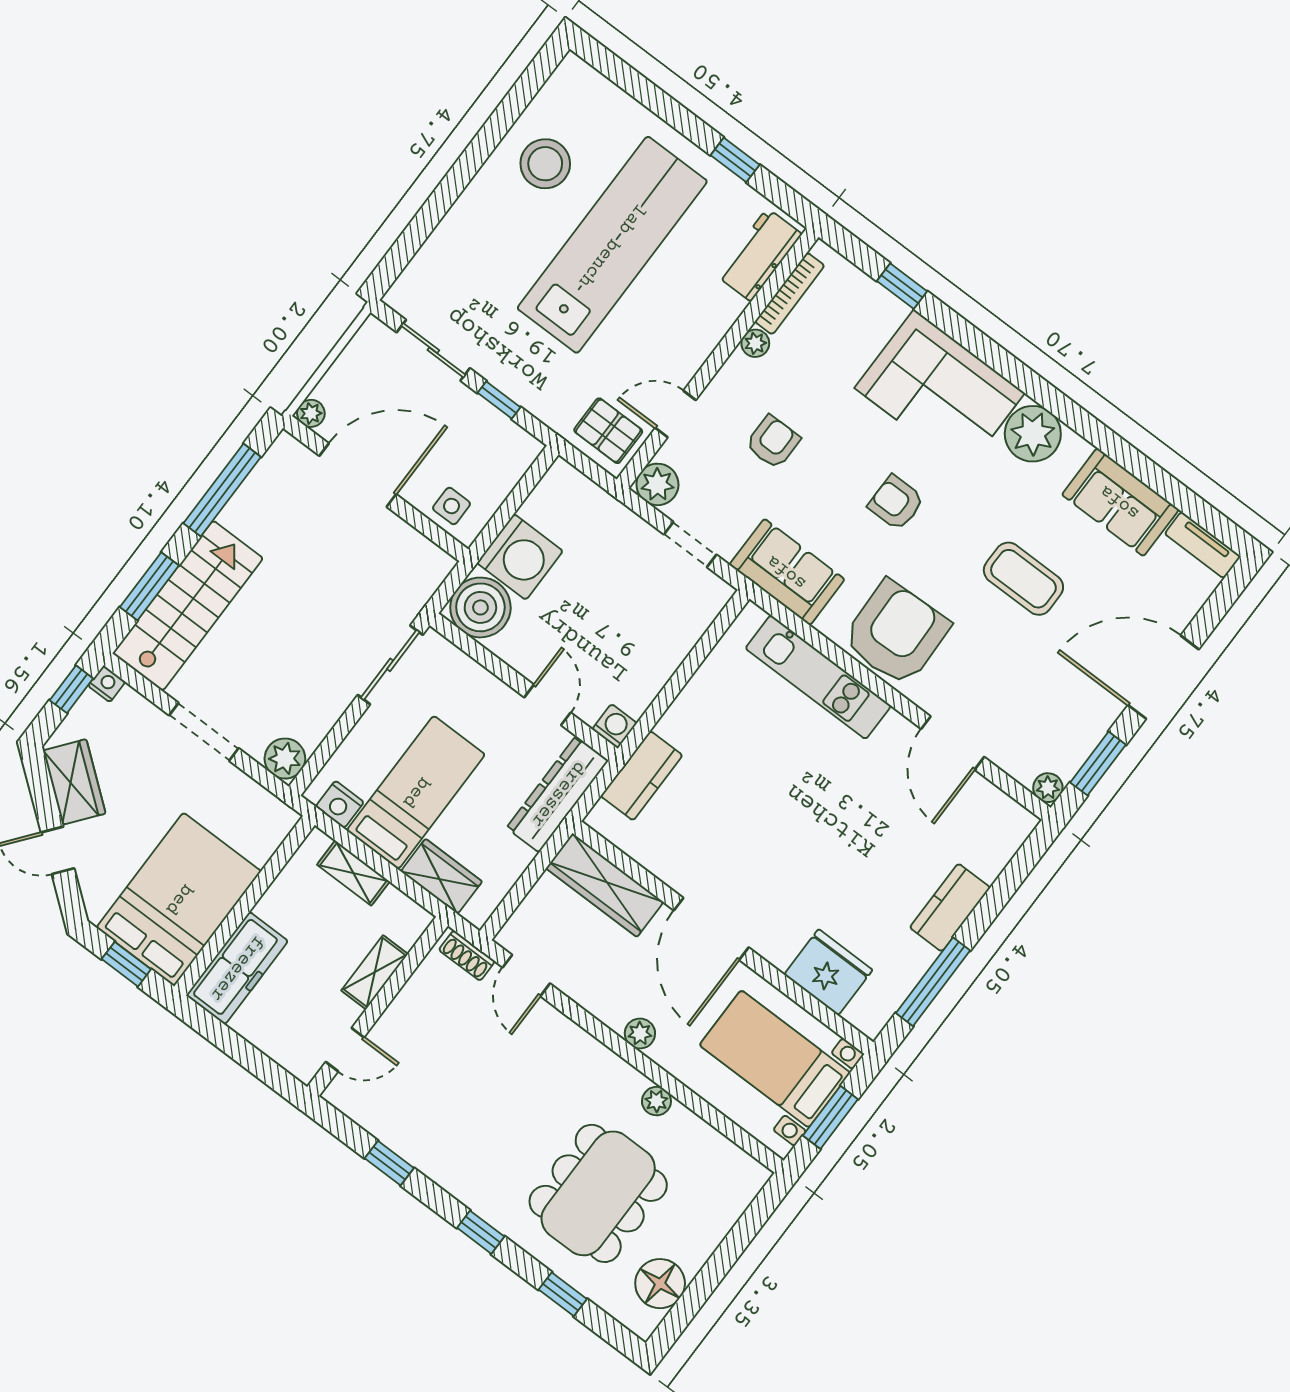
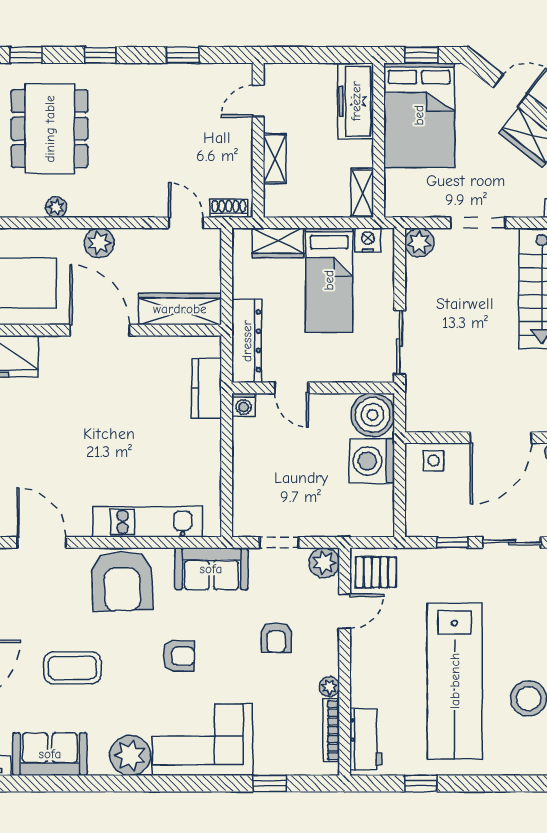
shelving: (353, 873) -> (362, 193), moved, turned 90
plant: (640, 1034) -> (99, 243), width x1.38, depth x1.38

